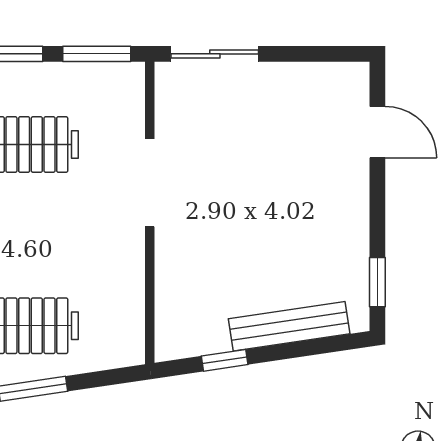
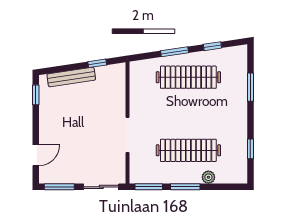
window: (319, 54) -> (59, 187), added
door: (377, 132) -> (36, 155), swing flipped

